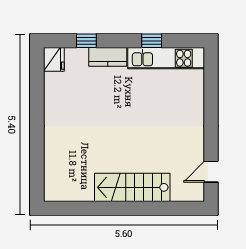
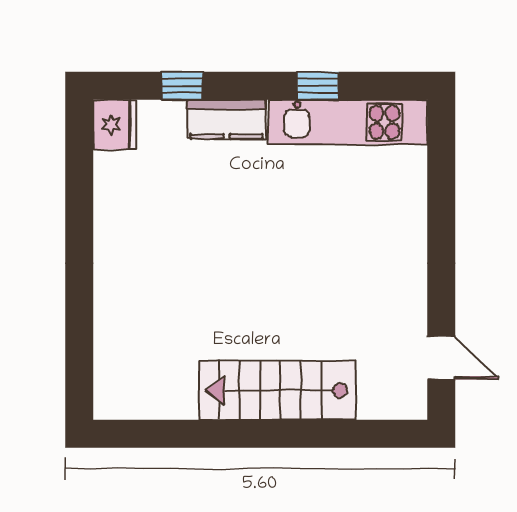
door: (211, 172) -> (441, 358), swing flipped

